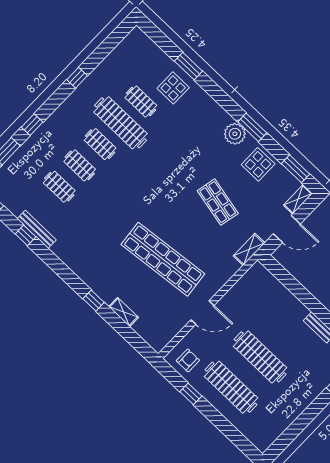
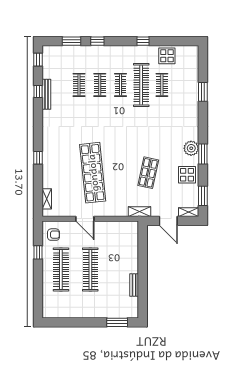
display table: (173, 88) -> (167, 56), moved
shelving: (124, 312) -> (47, 199), moved

